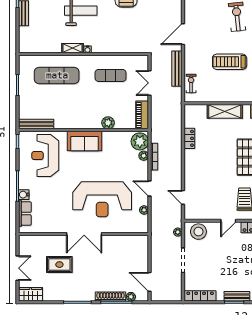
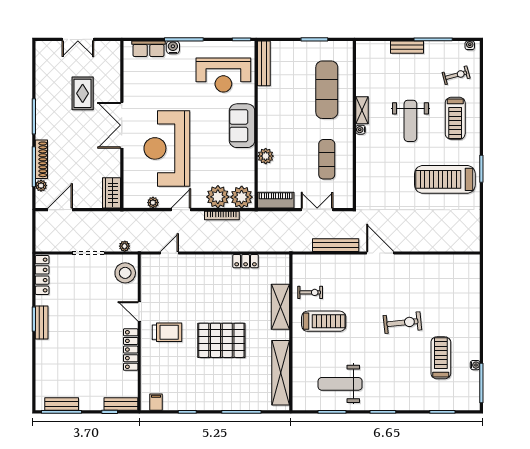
treadmill: (230, 62) -> (324, 321), moved, turned 90
exercise bike: (191, 83) -> (310, 292), moved
reception desk: (45, 156) -> (223, 75), turned 180
plant: (144, 156) -> (218, 197), width x1.87, depth x1.87
wardrobe: (31, 294) -> (112, 193), moved, turned 180

